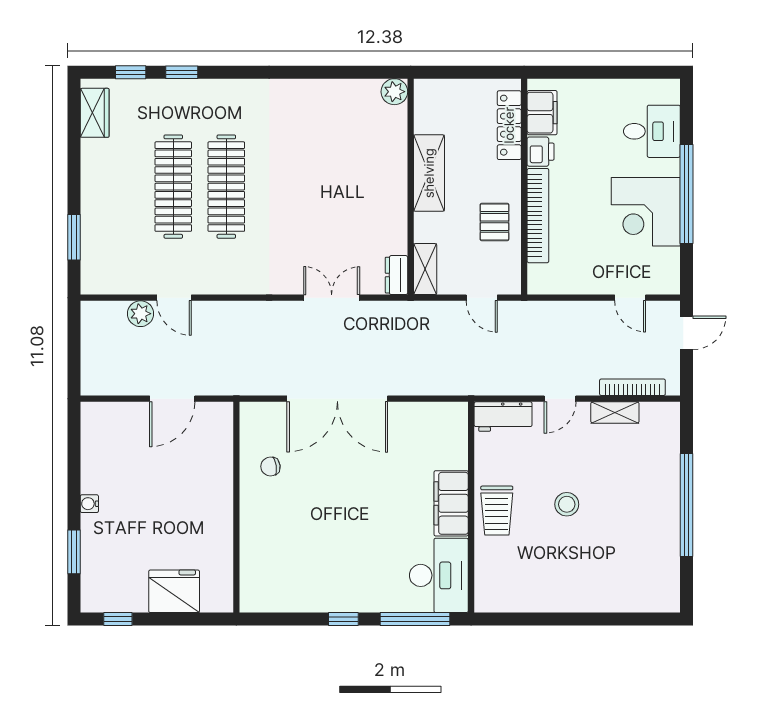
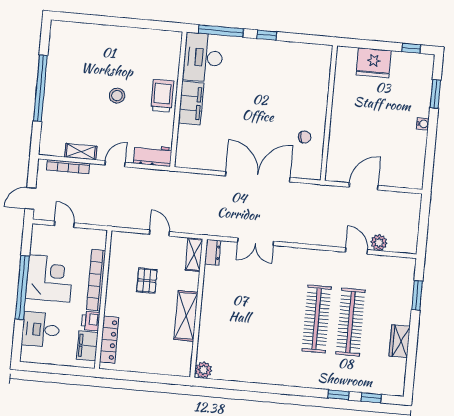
wardrobe: (95, 113) -> (400, 341), moved
filing cabinet: (542, 113) -> (87, 346), moved
locker: (509, 125) -> (109, 340), moved
printer: (541, 152) -> (91, 321), moved
wall: (524, 187) -> (103, 300), moved
bookcase: (538, 216) -> (96, 280), moved

